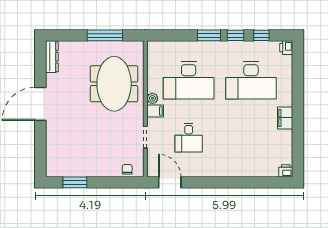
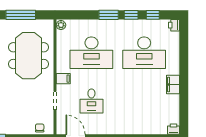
plant: (152, 98) -> (61, 25), moved

